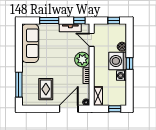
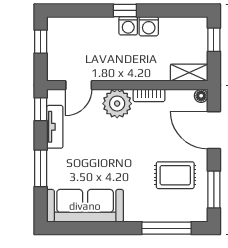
boiler: (122, 47) -> (92, 25), removed
washing machine: (118, 61) -> (128, 26), width x0.53, depth x0.53
window: (38, 109) -> (214, 190), added

